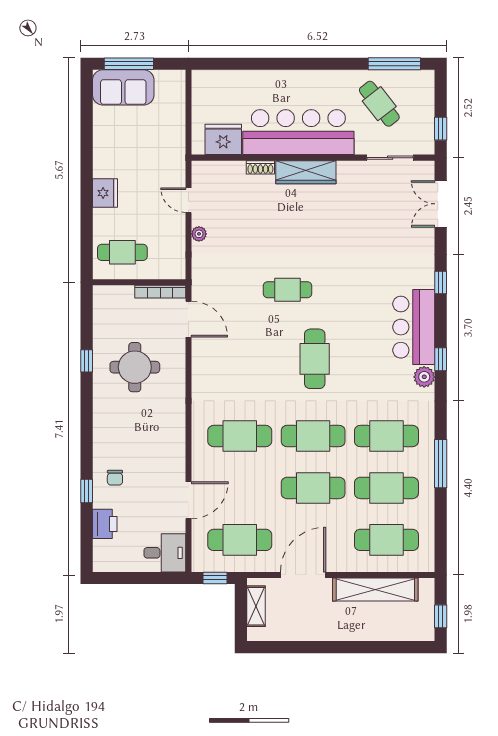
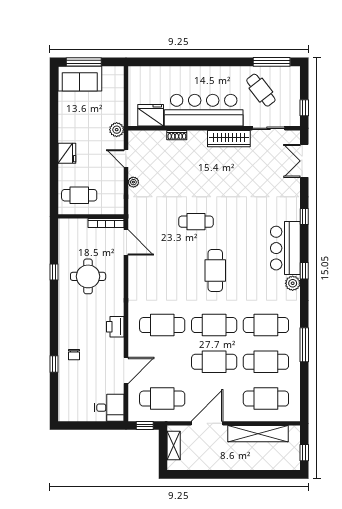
plant: (175, 160) -> (117, 130), added
wardrobe: (306, 172) -> (229, 139), moved
printer: (105, 524) -> (115, 327), moved, turned 180

